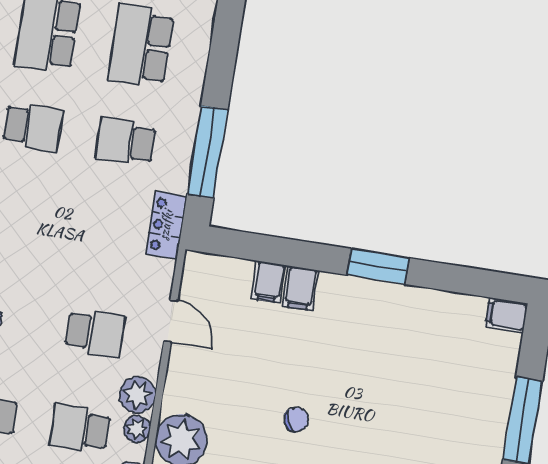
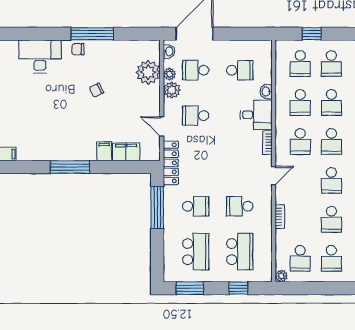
locker: (166, 225) -> (171, 163), width x1.53
window: (378, 266) -> (70, 167), width x1.44
filing cabinet: (269, 282) -> (126, 152), width x2.00
school desk: (80, 429) -> (196, 70), turned 180

